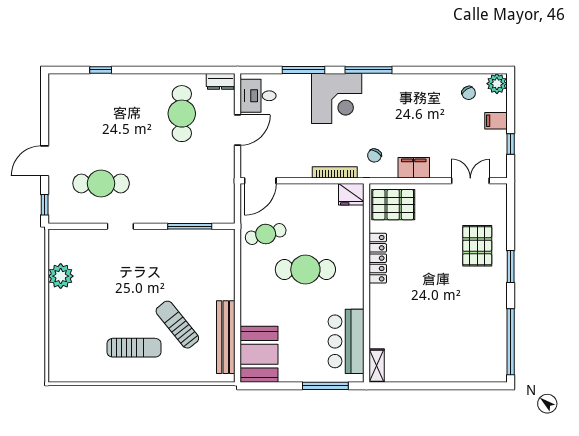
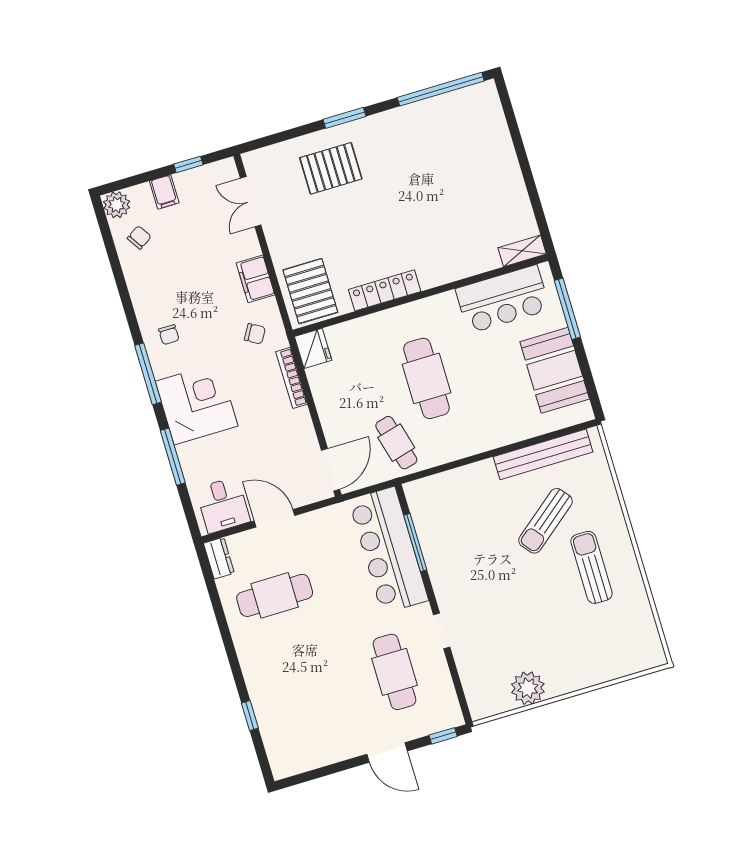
chair: (392, 93) -> (169, 335), added
door: (260, 181) -> (331, 470), hinge flipped
bar counter: (190, 205) -> (389, 550), added
booth: (259, 354) -> (555, 370), moved, turned 90

